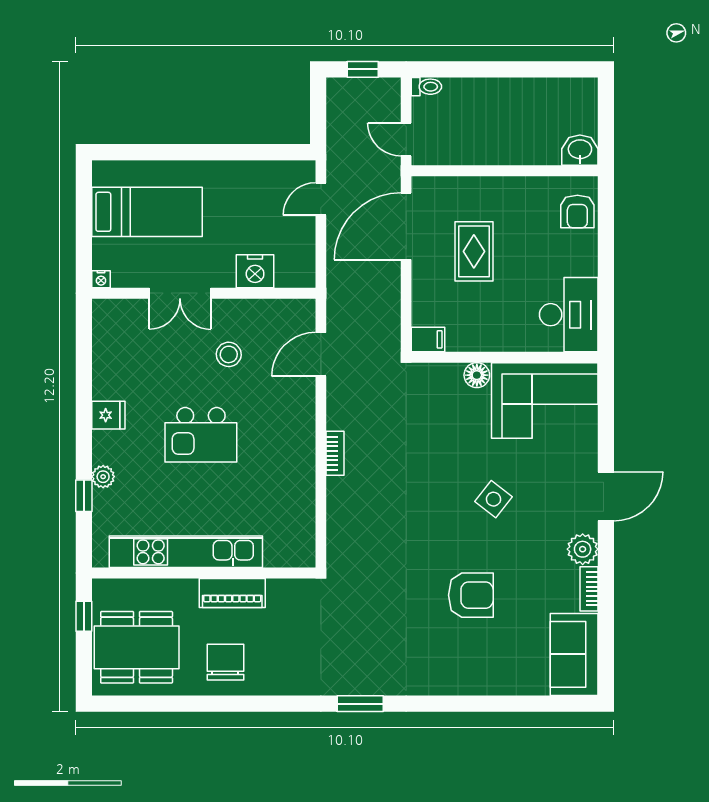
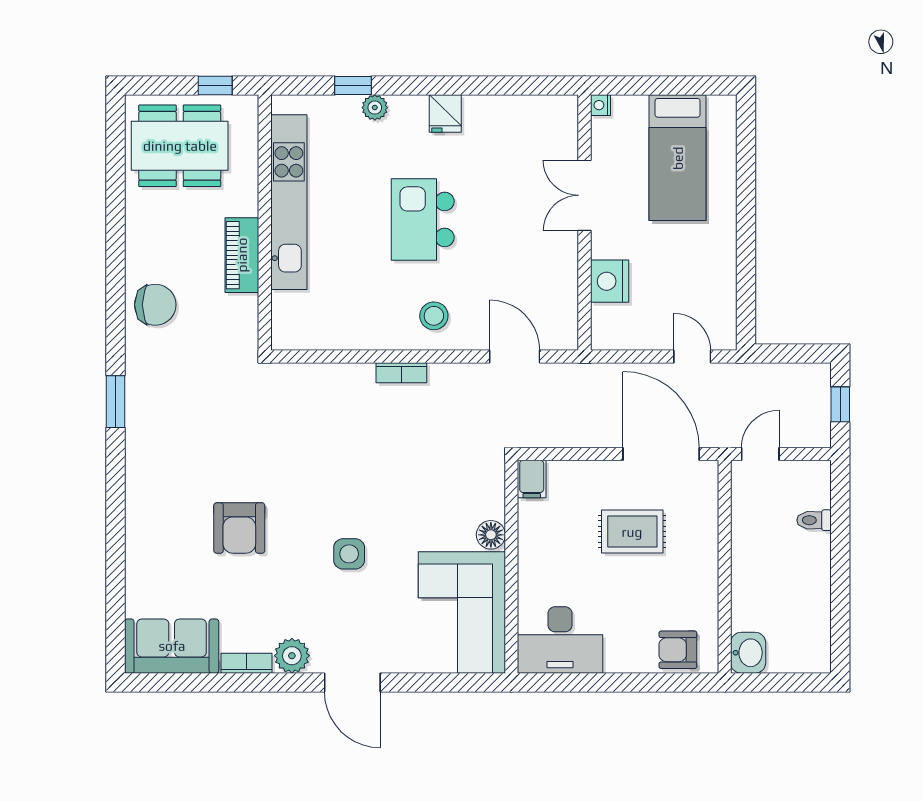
toilet: (426, 87) -> (814, 520), moved, turned 90
stool: (229, 354) -> (434, 316), moved
side table: (493, 499) -> (349, 554), turned -38
dining table: (137, 647) -> (180, 146), turned 90
chair: (225, 662) -> (155, 305), moved

